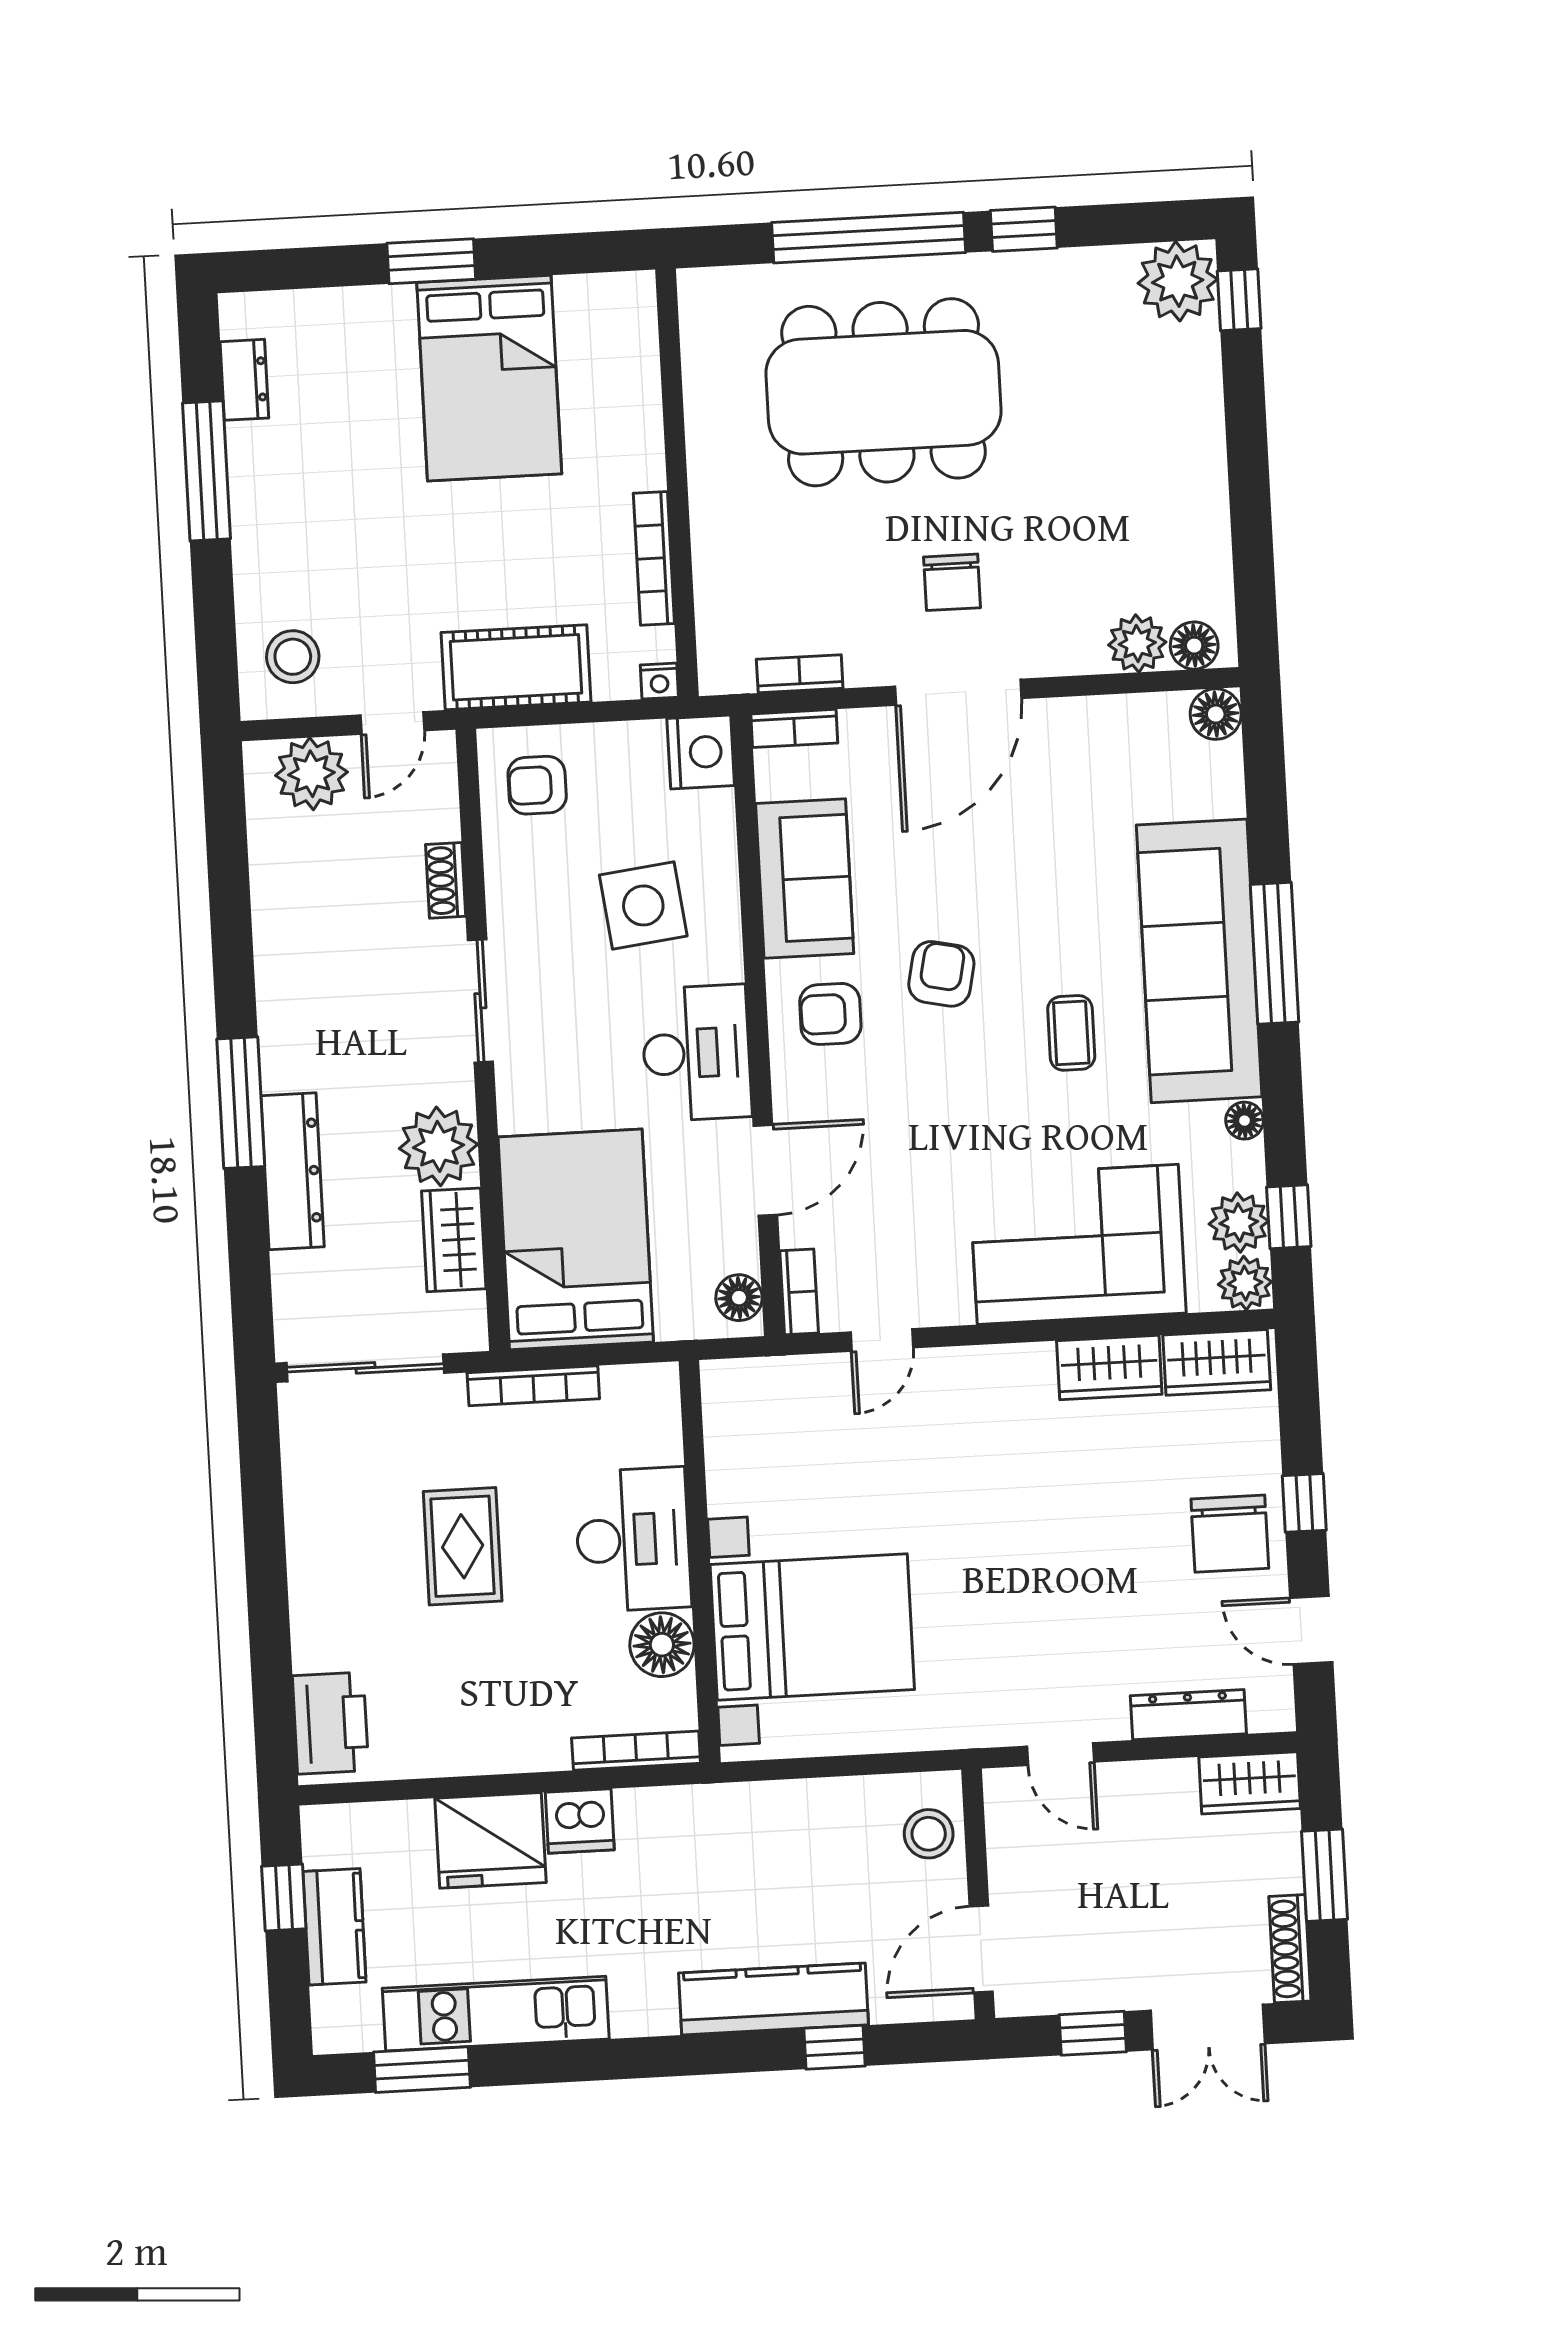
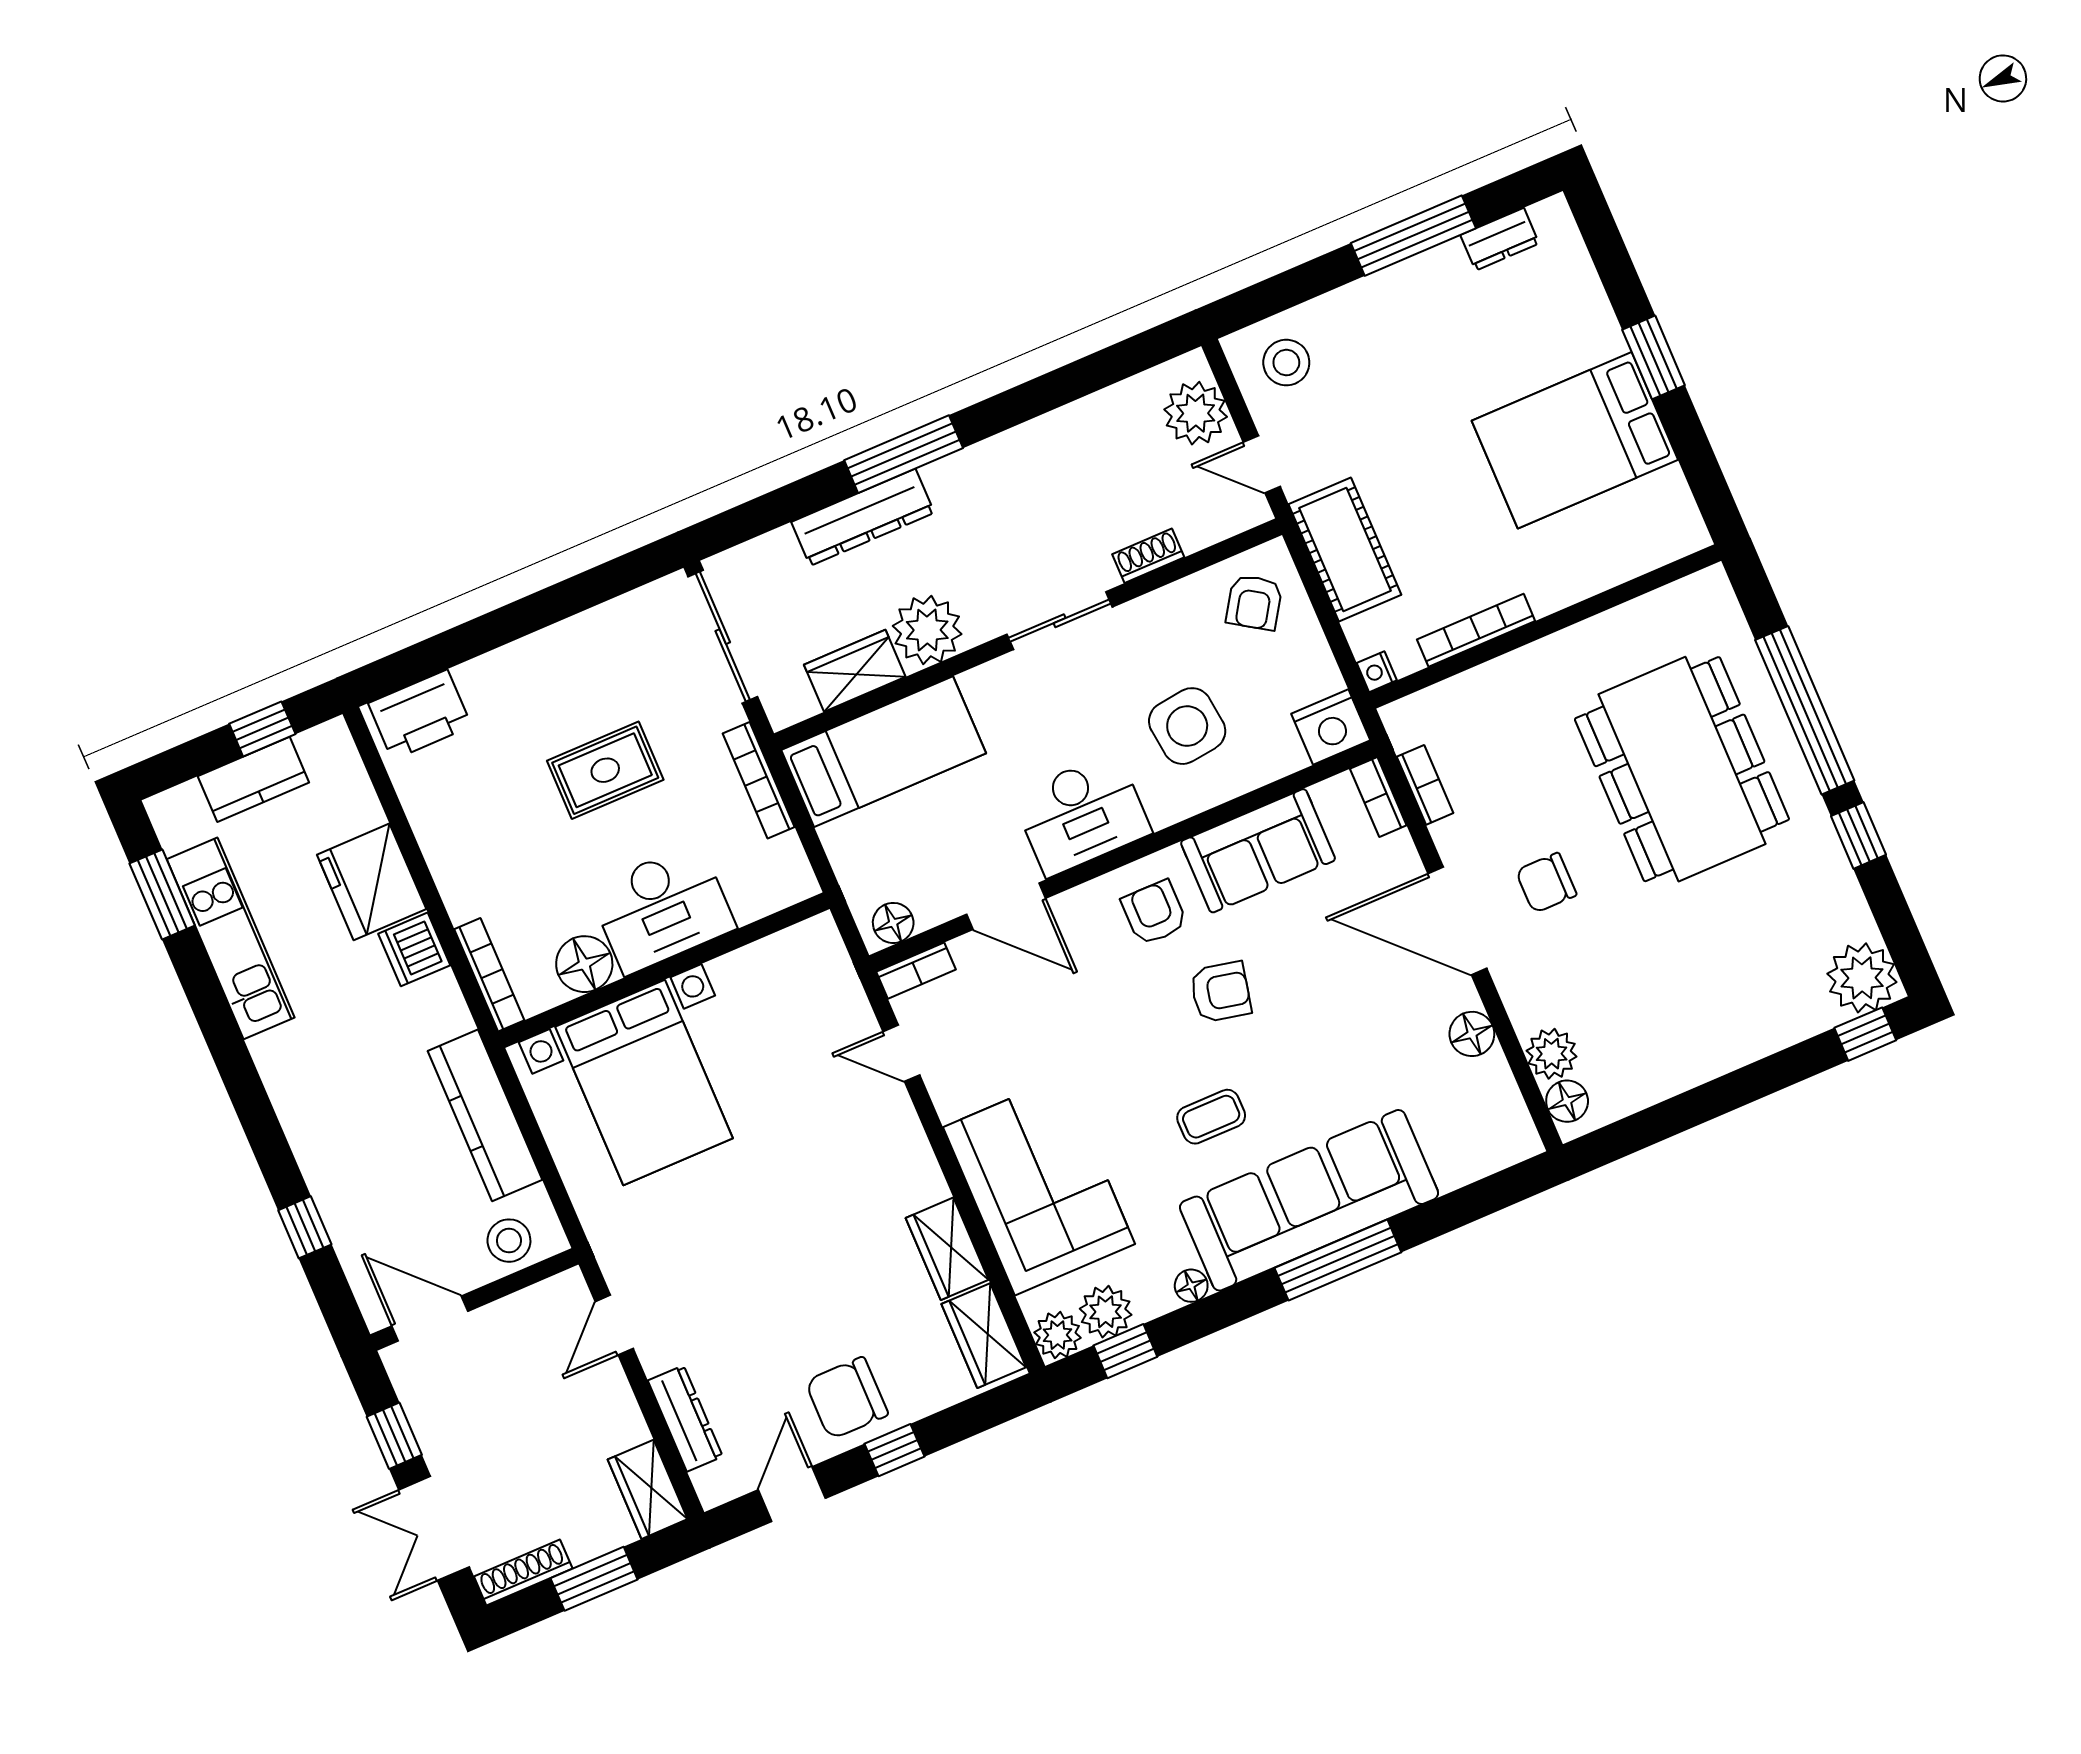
floor lamp: (1216, 714) -> (1472, 1034), moved
armchair: (537, 785) -> (1254, 602), turned -147
bed: (576, 1239) -> (884, 752), width x0.67
kitchen counter: (773, 1999) -> (485, 1115), moved, turned 180

